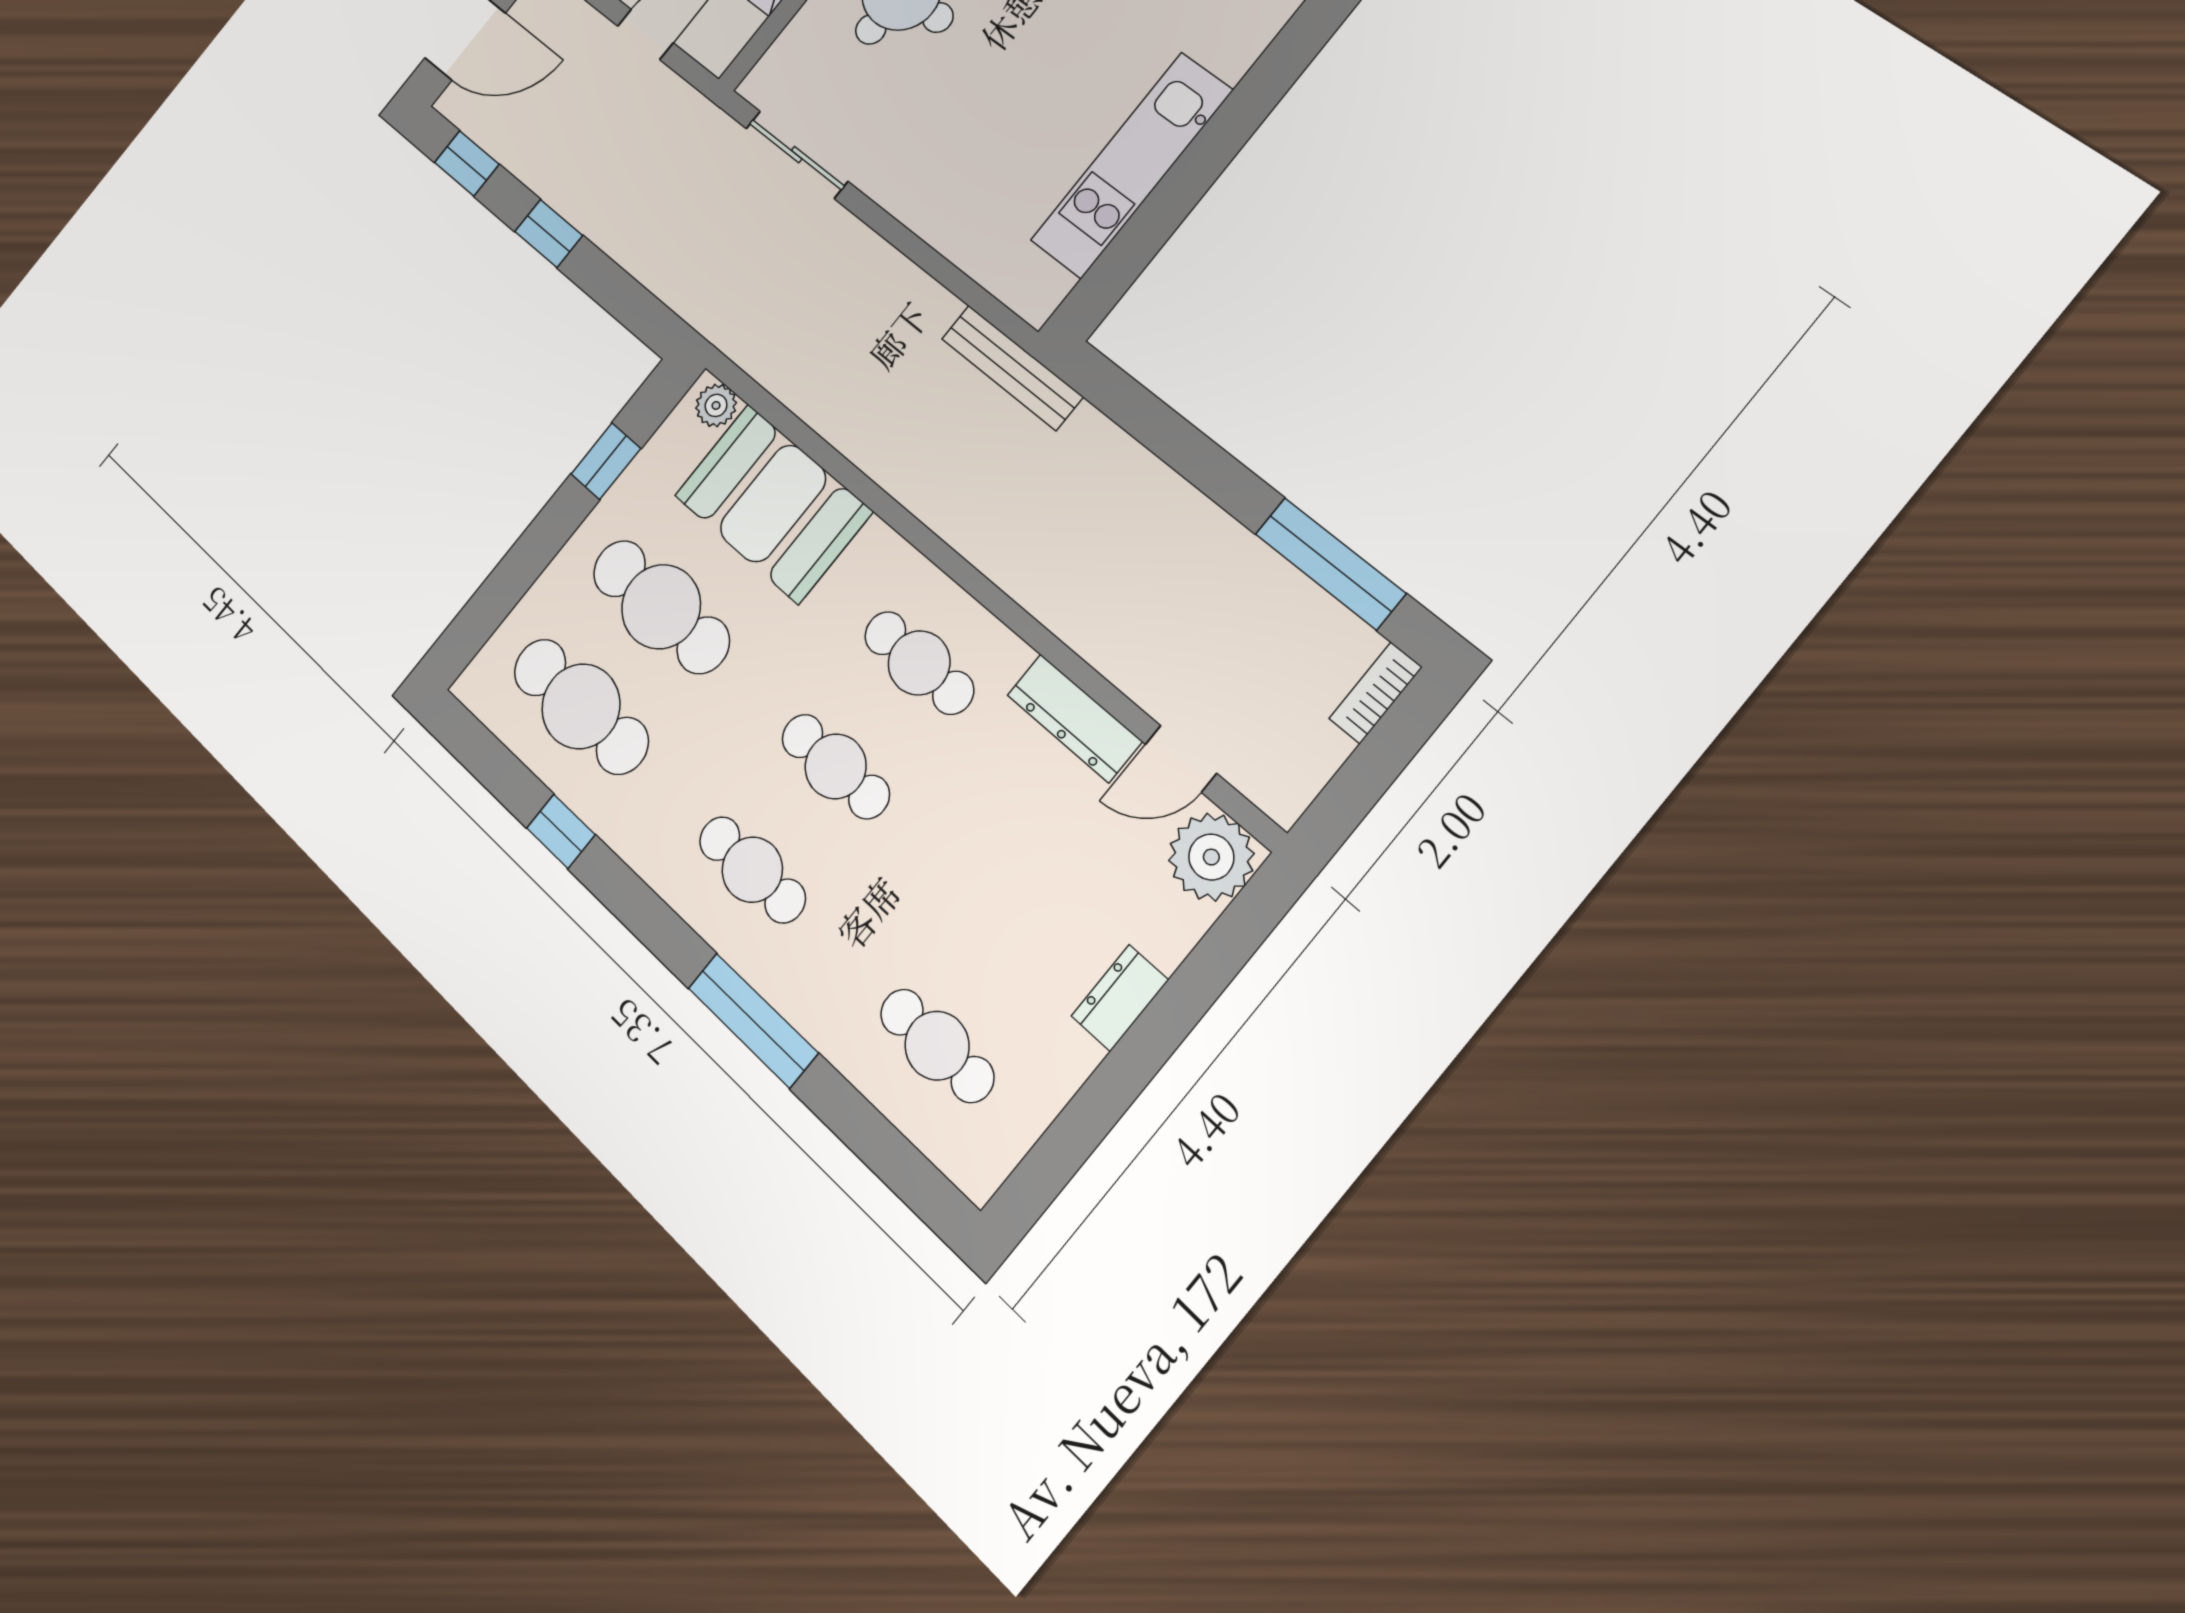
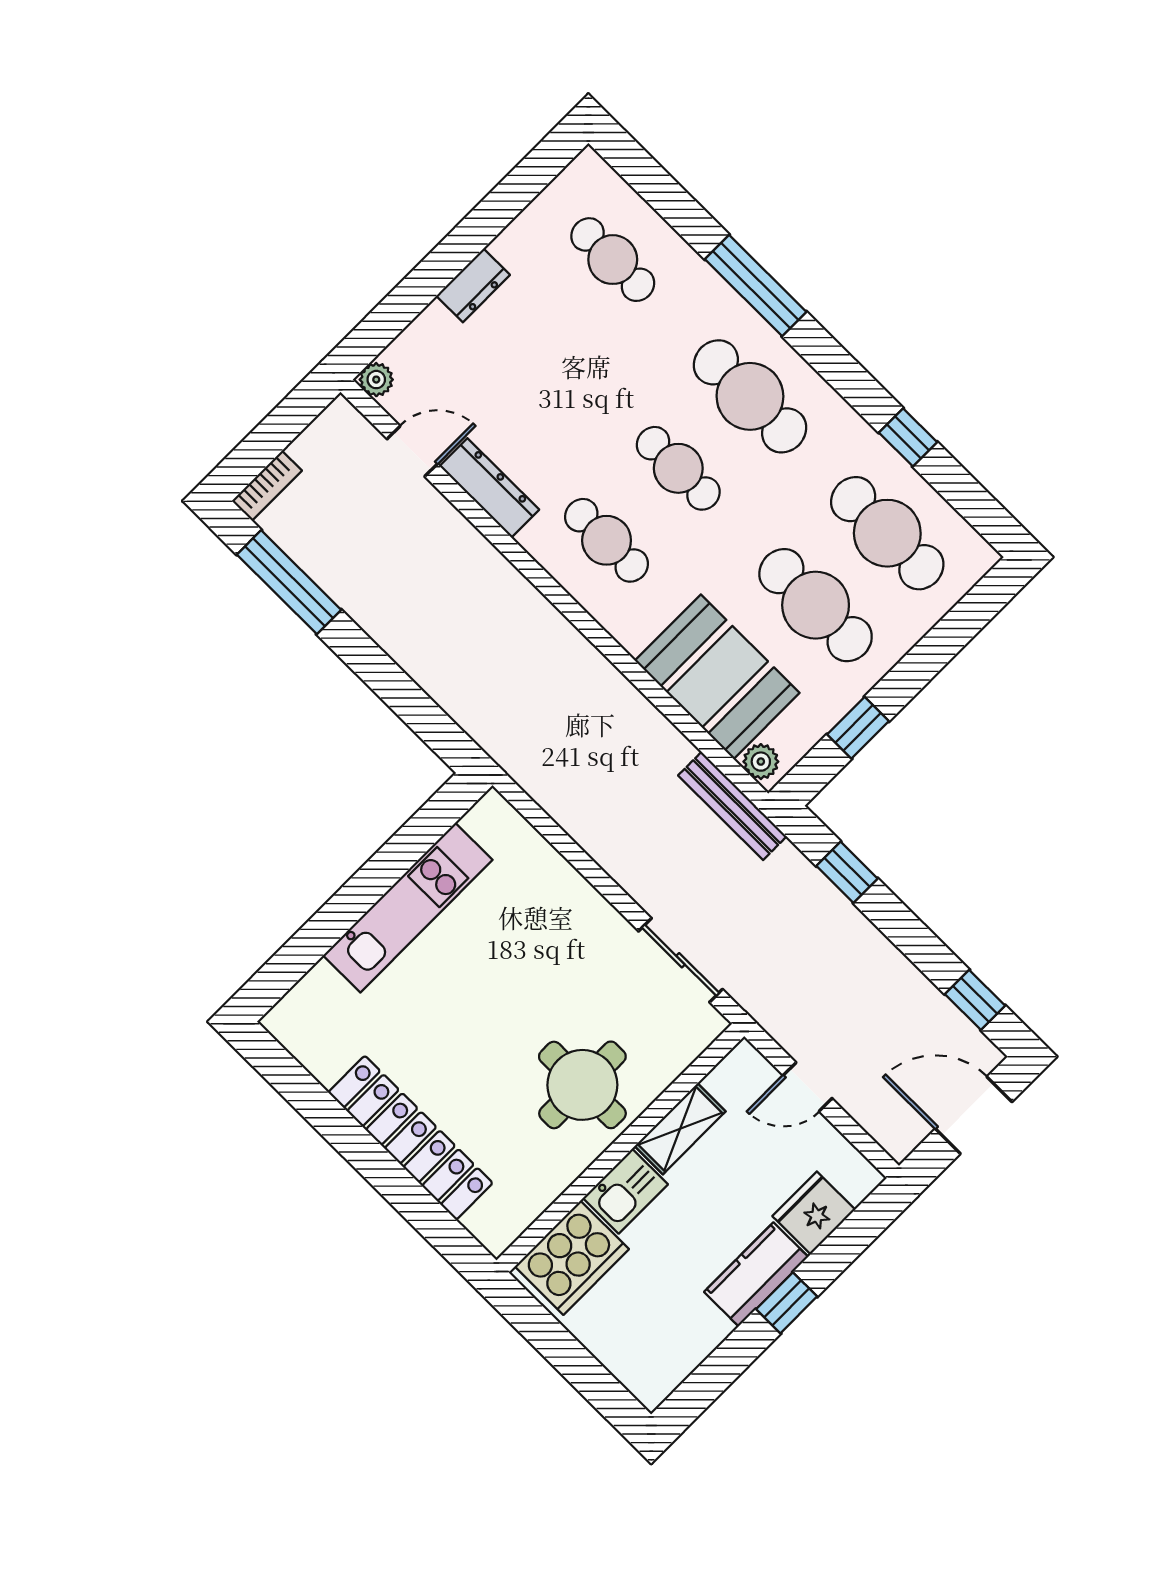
window: (549, 233) -> (847, 872), moved
bench: (1012, 368) -> (732, 806), moved
plant: (1211, 857) -> (376, 380), width x0.53, depth x0.53
cafe table: (752, 870) -> (750, 396), width x1.37, depth x1.35

